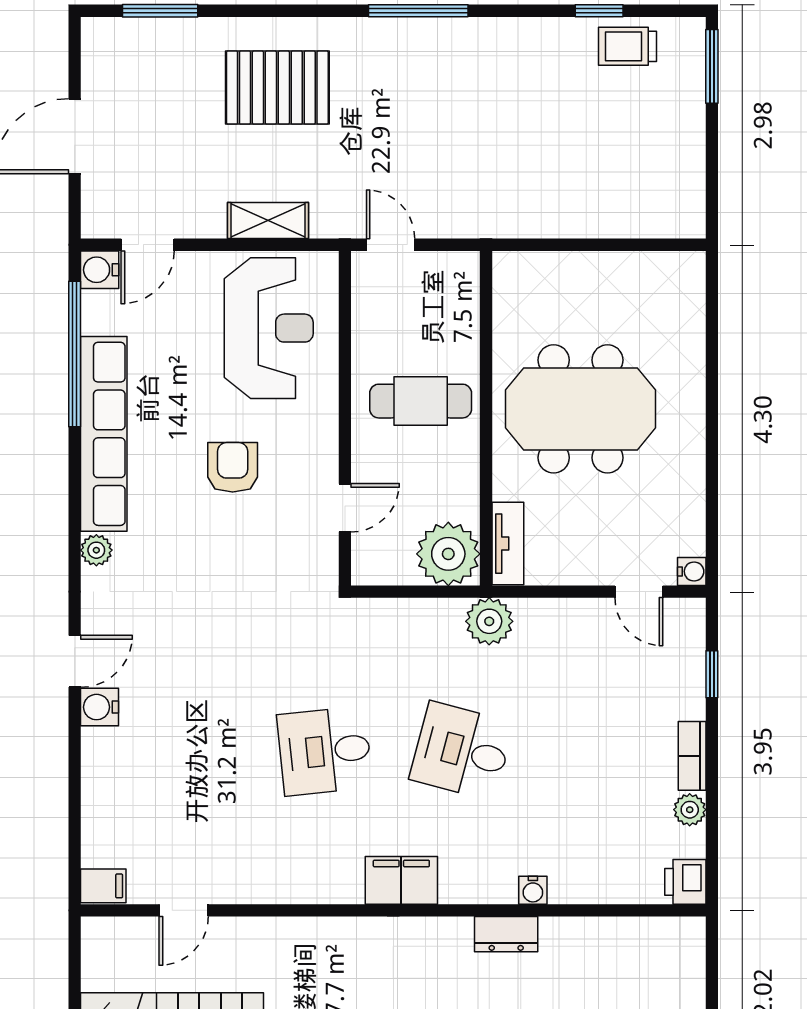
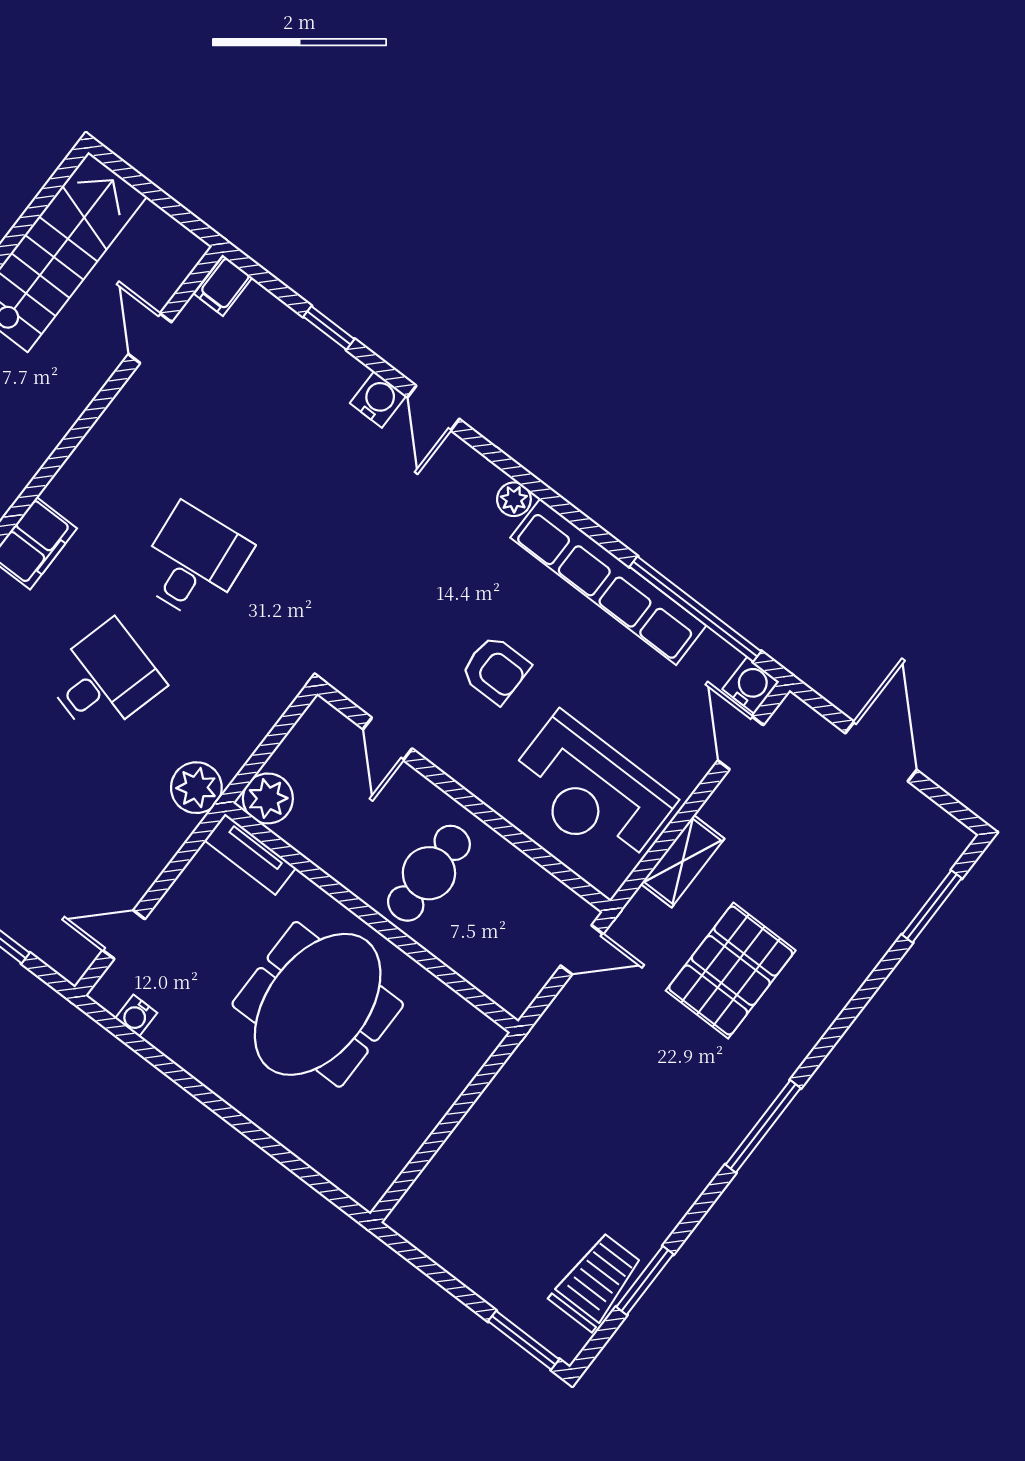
window: (599, 11) -> (645, 1281), width x1.50
trolley: (627, 46) -> (596, 1281), width x1.36, depth x1.39
pallet: (277, 88) -> (731, 971), moved
plant: (448, 554) -> (268, 798), width x0.73, depth x0.73
water cooler: (692, 571) -> (136, 1016), moved
window: (75, 784) -> (329, 328), added

